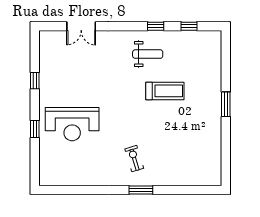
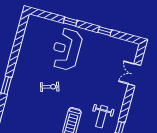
exercise bike: (134, 159) -> (50, 87), moved

